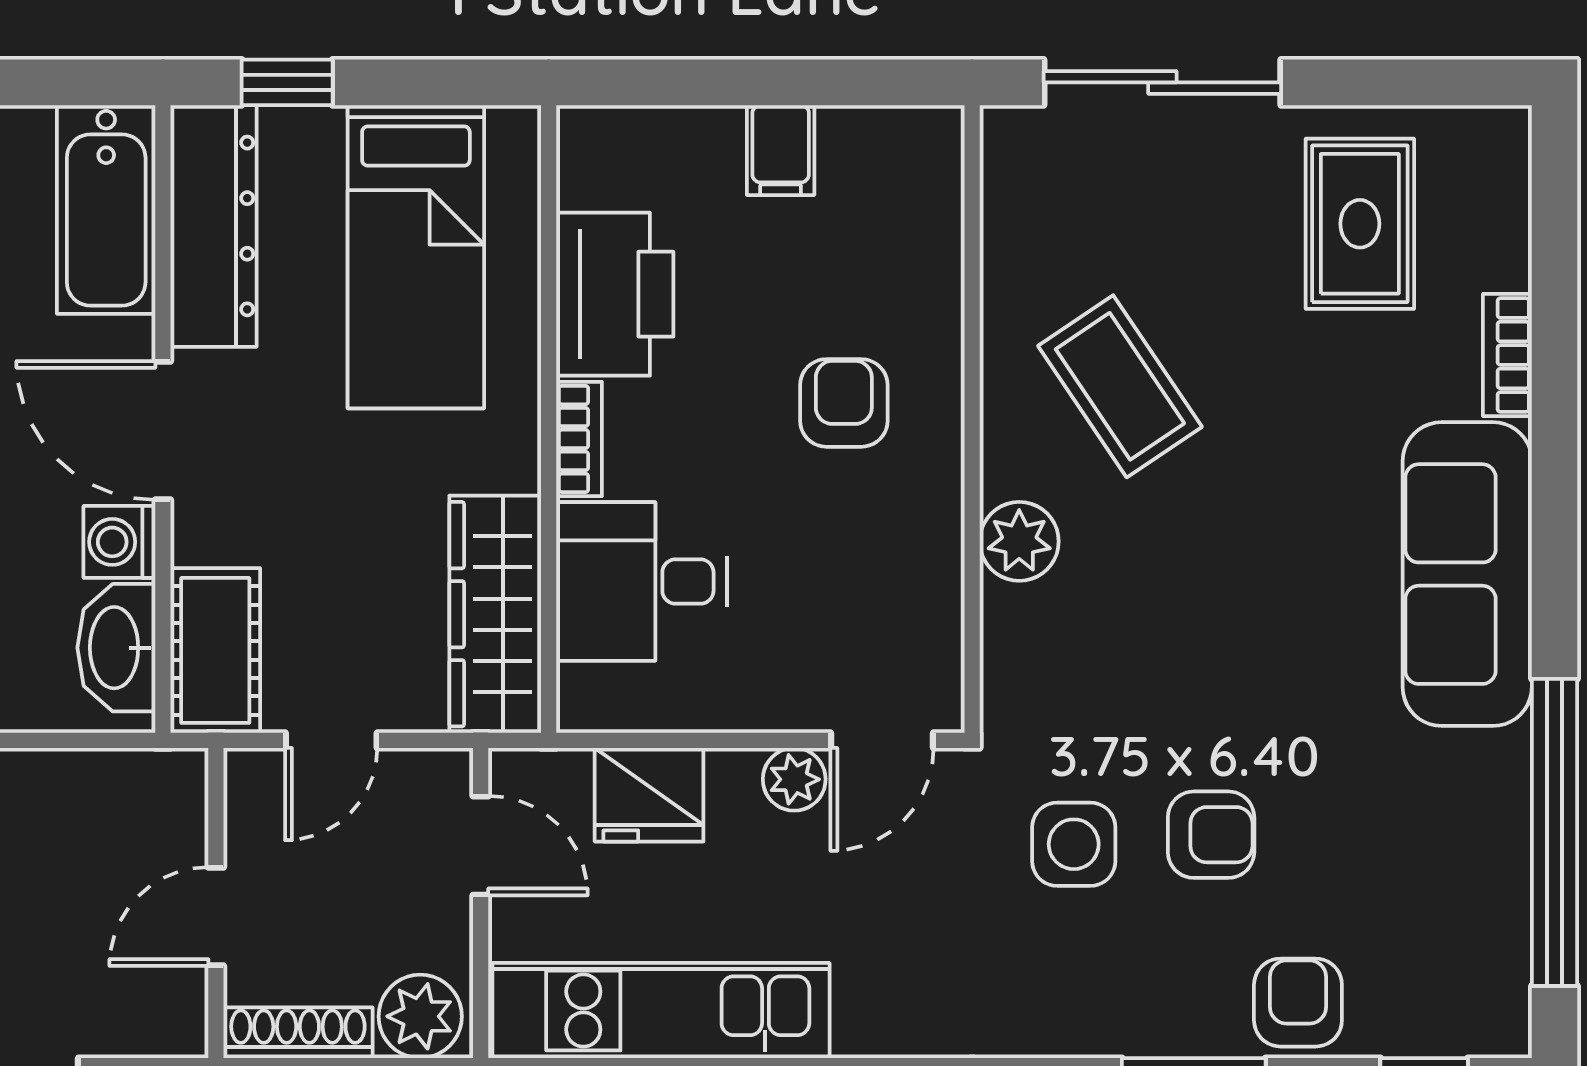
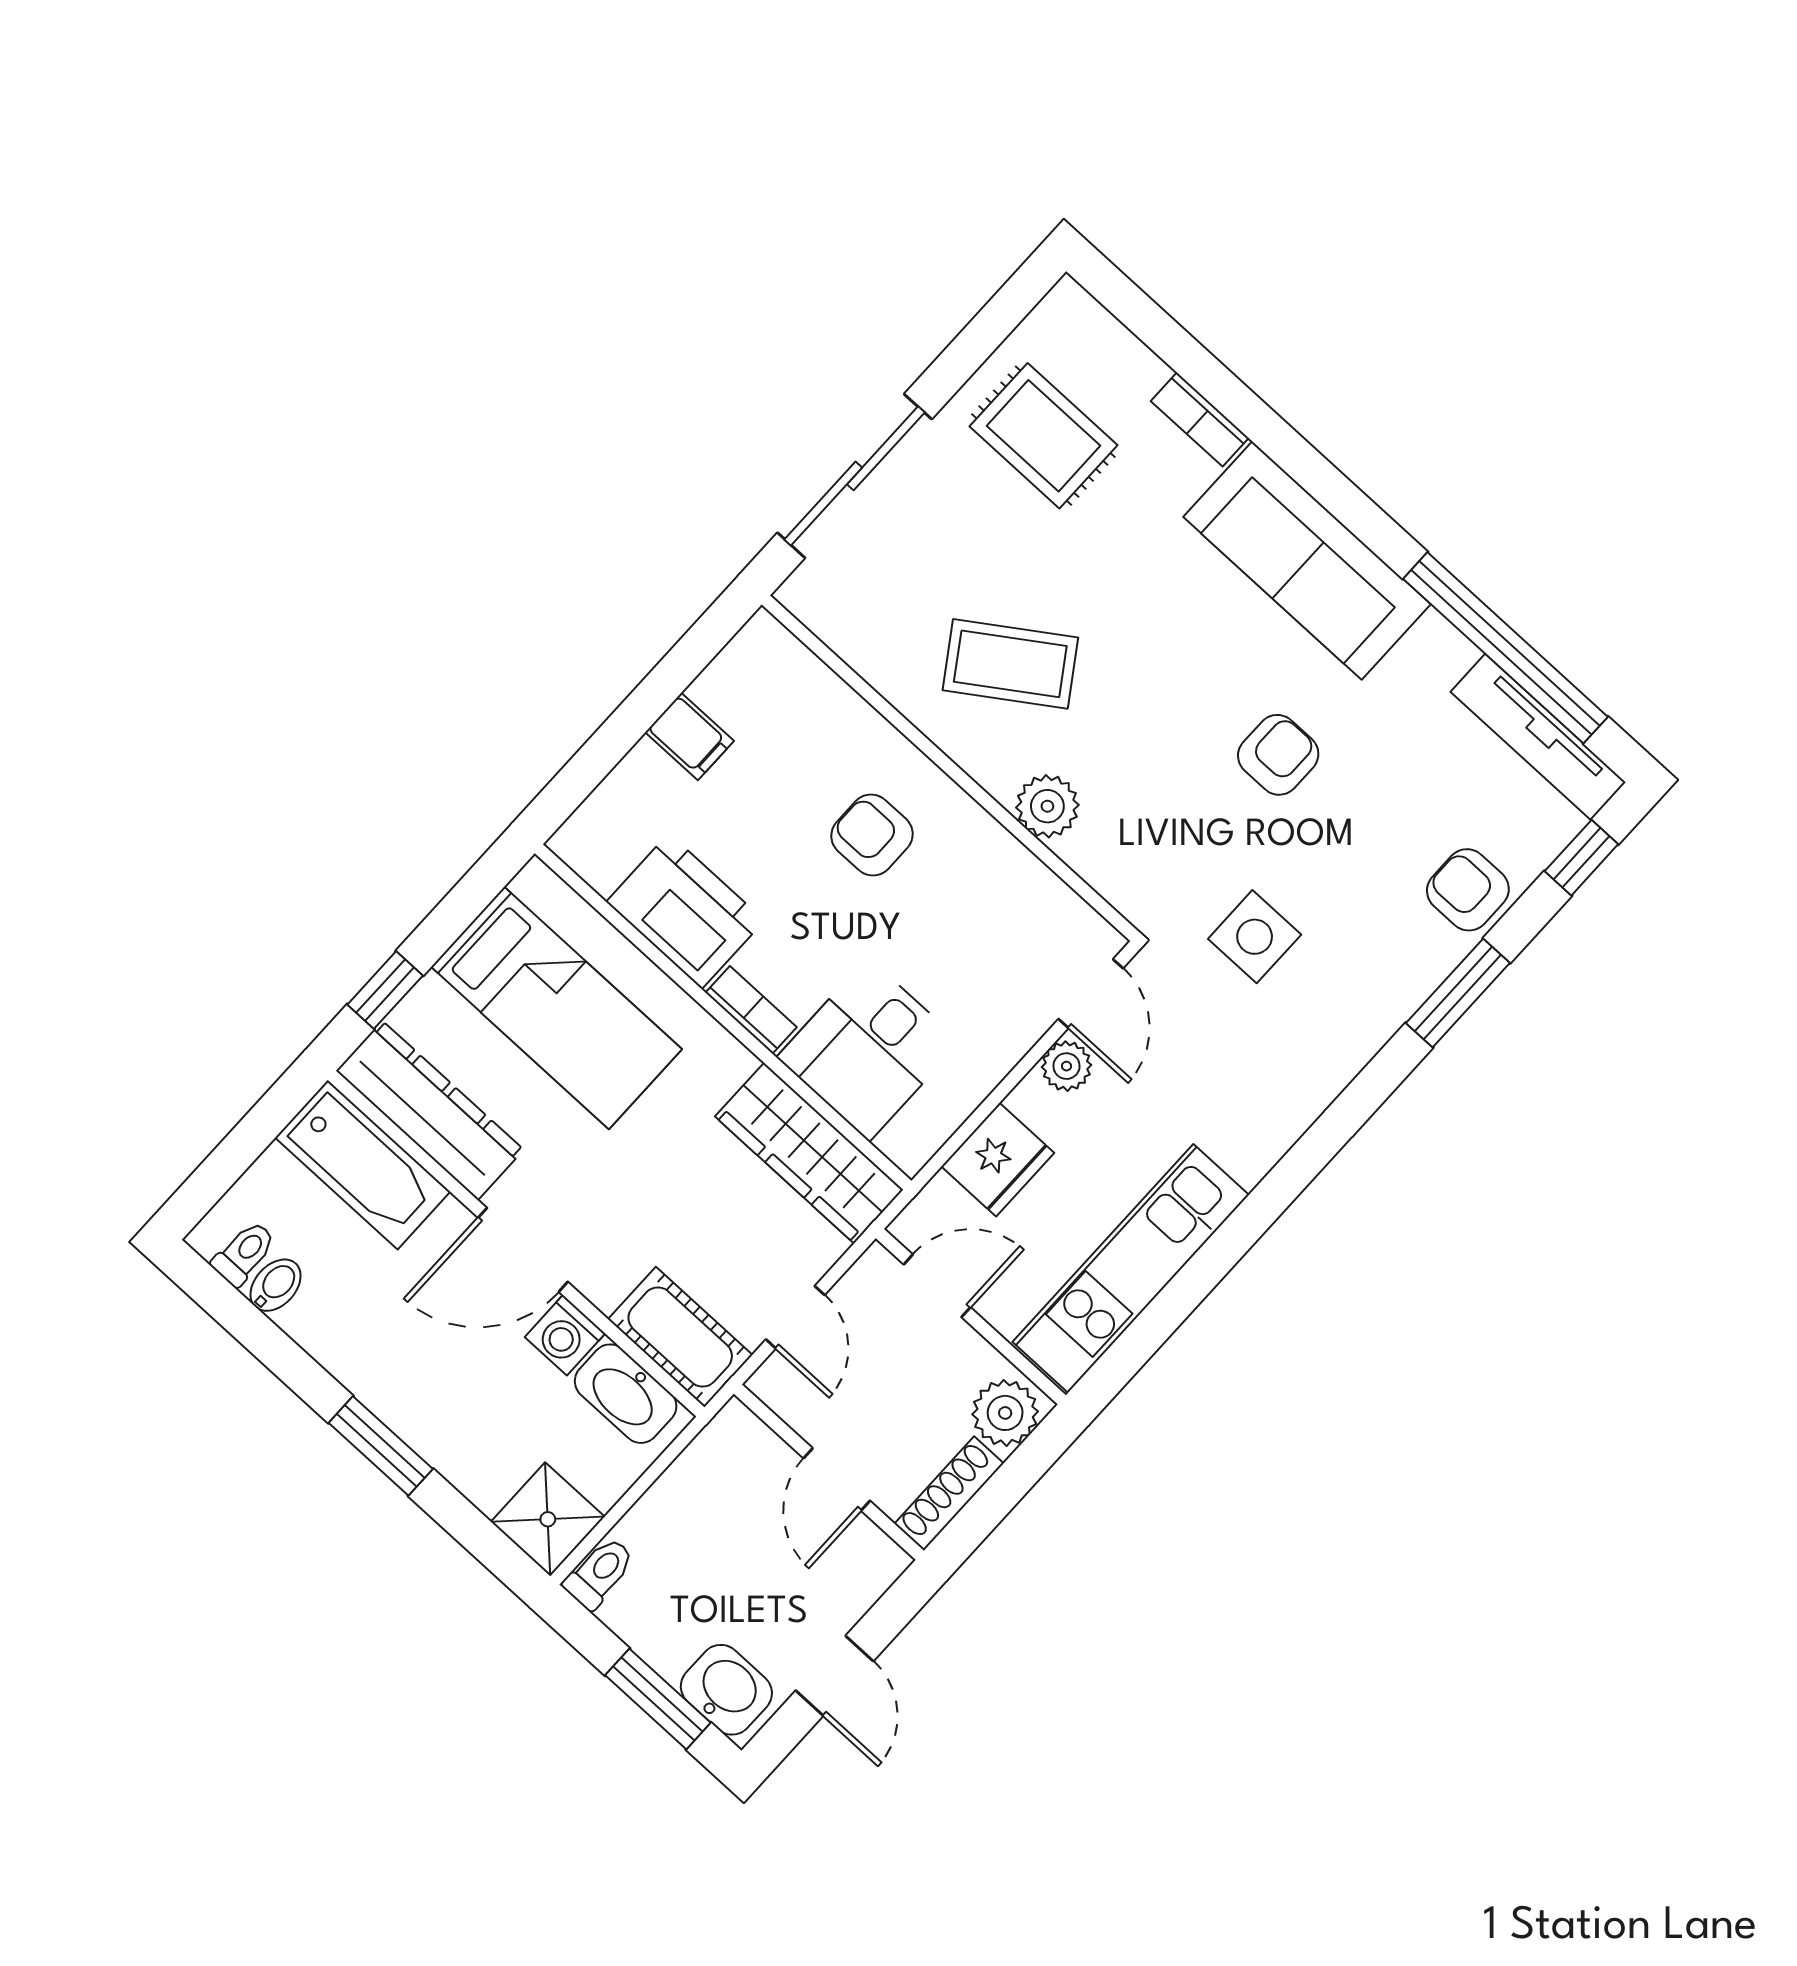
armchair: (1211, 835) -> (1278, 755), moved
tv unit: (1499, 938) -> (1538, 737), added

